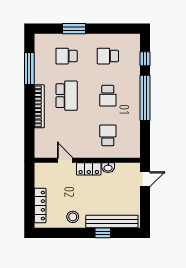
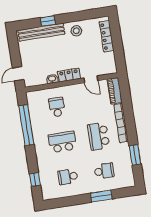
school desk: (108, 56) -> (68, 177), turned 180
window: (29, 68) -> (135, 155), width x0.69
school desk: (108, 96) -> (62, 142), width x1.85
window: (145, 98) -> (26, 125), moved
school desk: (108, 135) -> (57, 107), turned 180
piano: (41, 143) -> (115, 91), added

